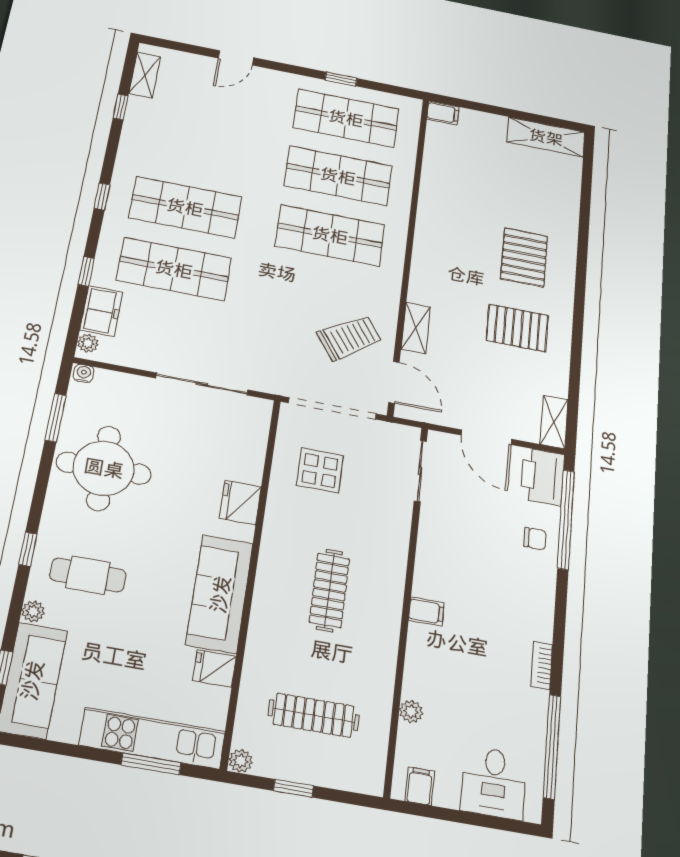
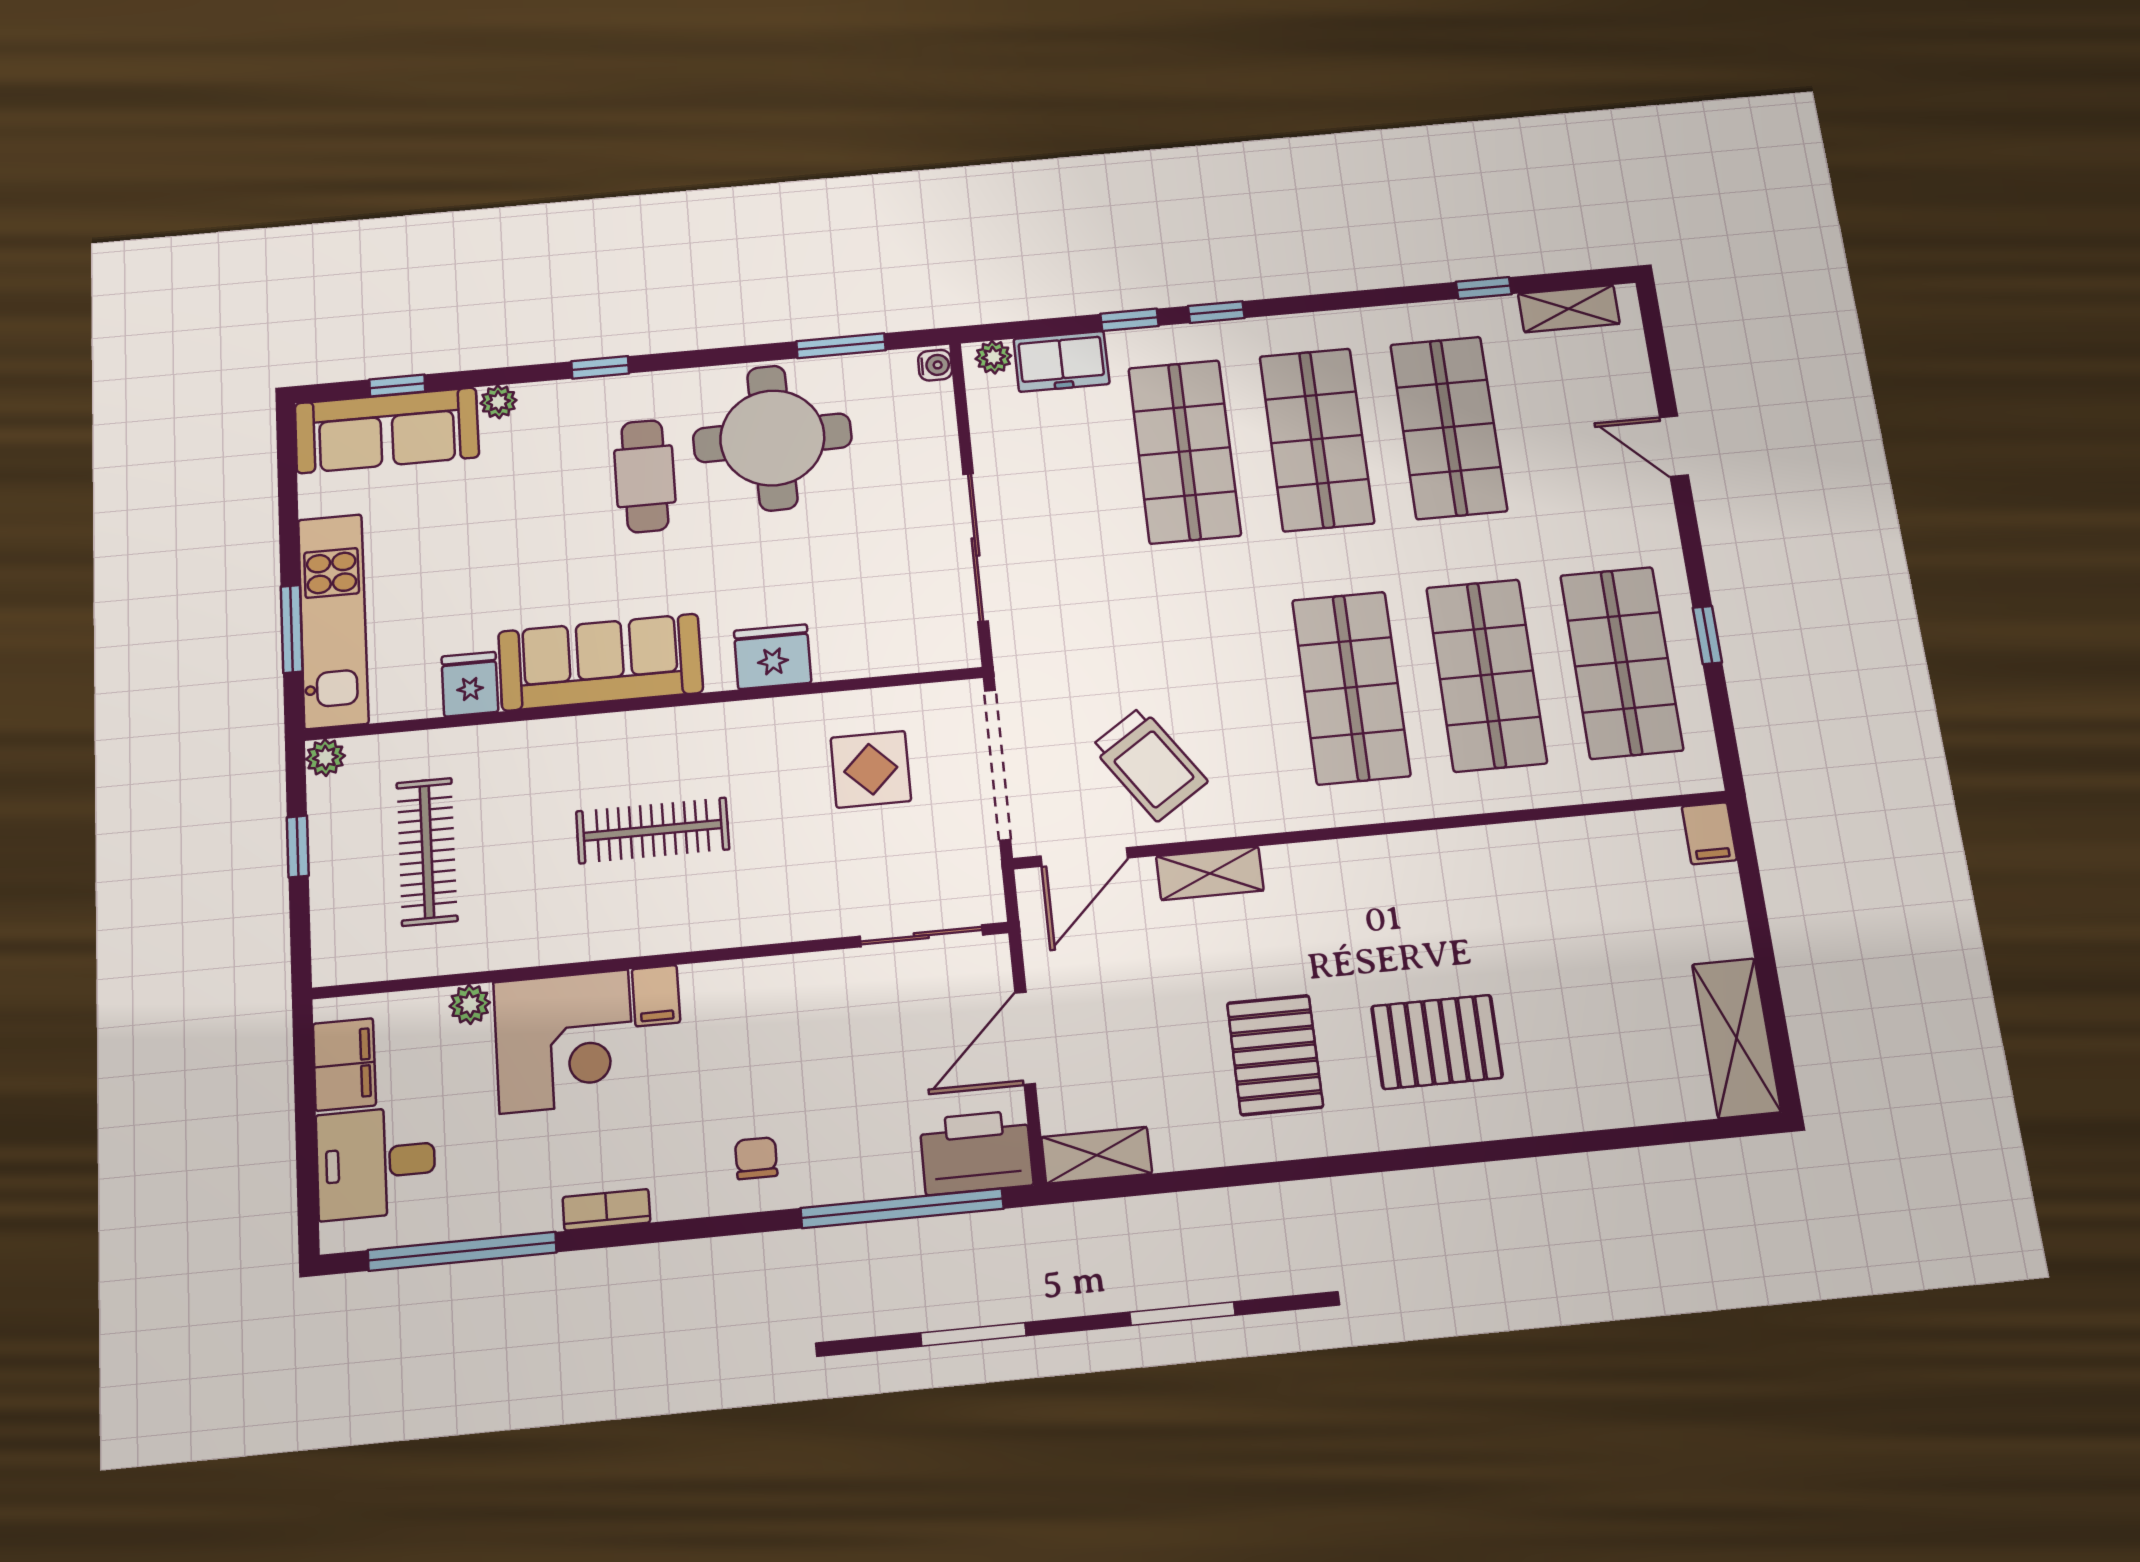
shop shelf: (196, 148) -> (1449, 427), added
window: (102, 196) -> (1216, 312), moved
chair: (535, 539) -> (756, 1158), moved, turned 180
cafe table: (88, 575) -> (645, 476), moved
corner desk: (443, 666) -> (564, 1041), added
filing cabinet: (420, 786) -> (344, 1064), width x2.00

